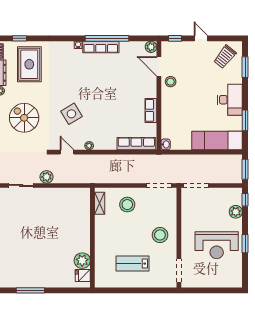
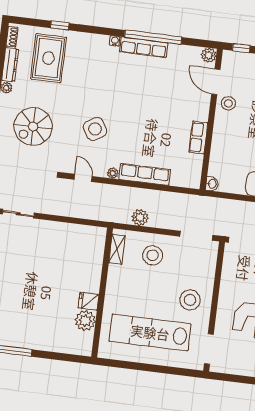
window: (19, 38) -> (60, 26), moved
spiral stairs: (24, 118) -> (33, 127), turned -90
row of seats: (136, 144) -> (145, 174), moved
plant: (47, 177) -> (140, 217), moved
lab bench: (133, 264) -> (150, 332), width x1.86, depth x1.39
fridge: (83, 276) -> (88, 301), moved

